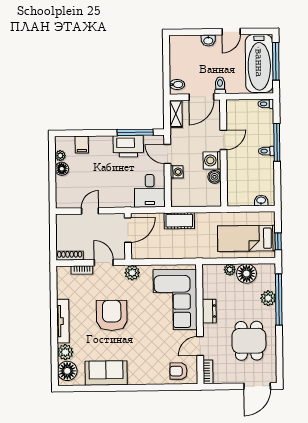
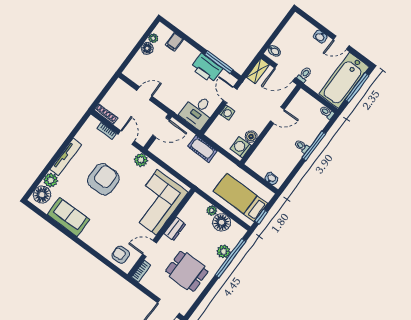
washing machine: (212, 160) -> (241, 147), moved
dining table: (249, 341) -> (187, 271), turned 90

